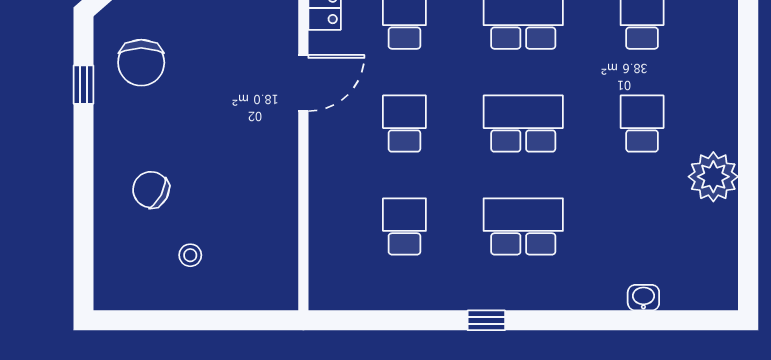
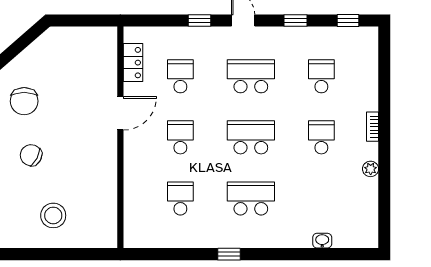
bookcase: (728, 105) -> (373, 127), added
plant: (713, 177) -> (371, 169), width x0.53, depth x0.53
chair: (151, 190) -> (31, 155), moved
stool: (190, 255) -> (53, 215), width x1.89, depth x1.89

